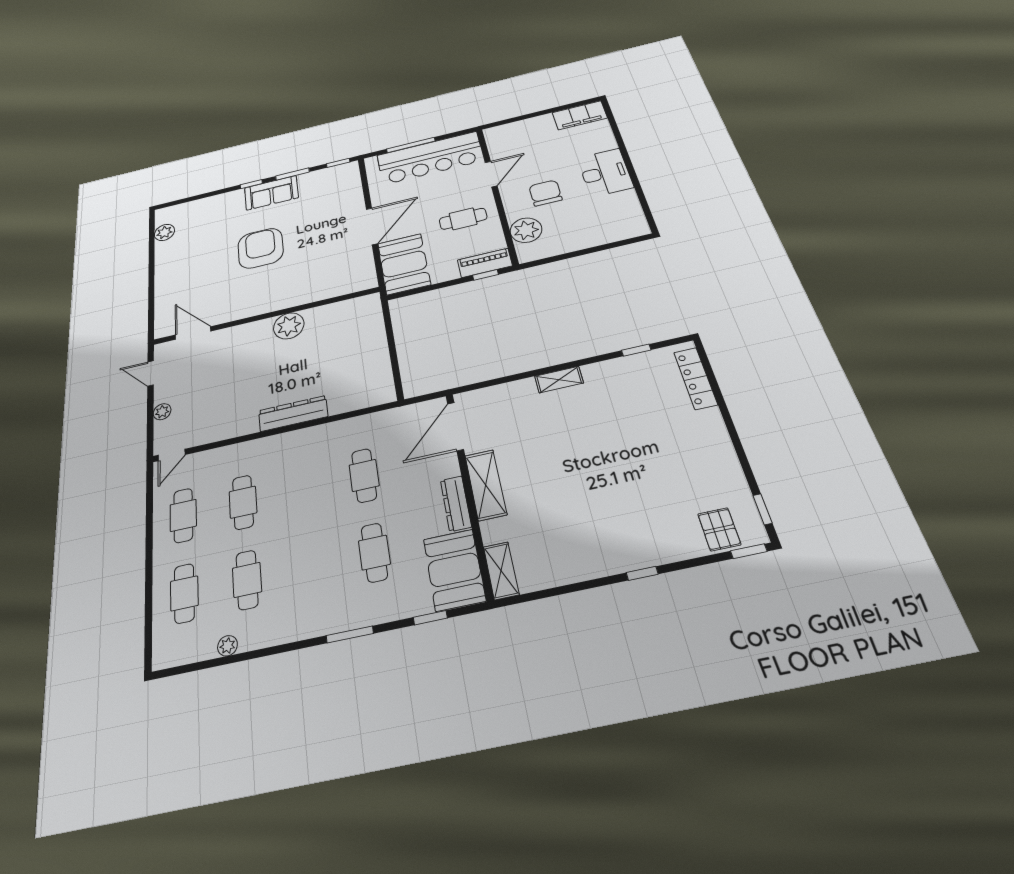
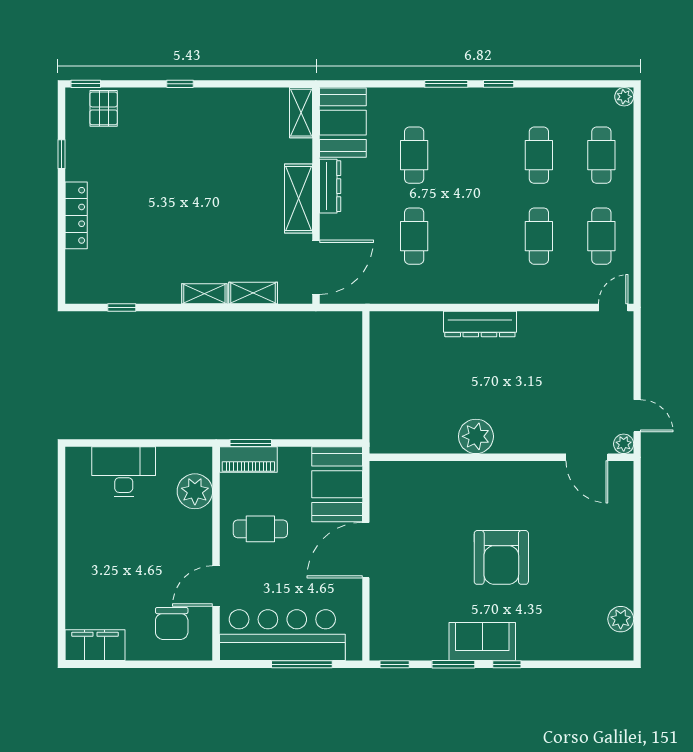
desk: (605, 173) -> (124, 472), moved, turned 90
chair: (545, 193) -> (172, 623), moved
window: (486, 275) -> (251, 443), width x1.50
locker: (696, 378) -> (76, 215), moved
shelving: (512, 391) -> (253, 293), added
plant: (162, 412) -> (624, 444), moved
window: (763, 509) -> (61, 154), moved
window: (430, 618) -> (499, 84), moved
plant: (227, 646) -> (624, 97), moved

